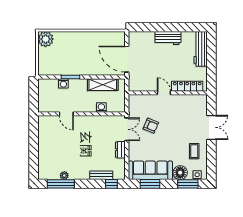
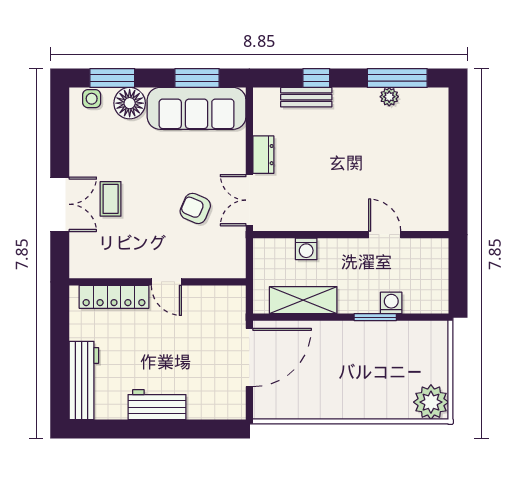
door: (127, 59) -> (249, 357), hinge flipped
double door: (211, 127) -> (60, 204), swing flipped
coffee table: (194, 151) -> (111, 199), moved
window: (111, 184) -> (316, 78), moved

